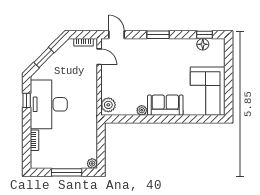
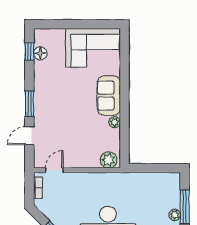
door: (116, 35) -> (29, 136), moved
plant: (92, 164) -> (175, 215), moved

